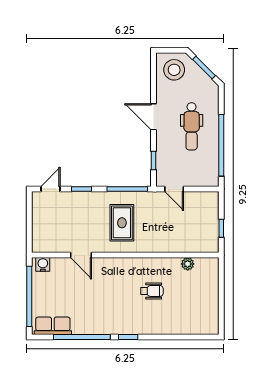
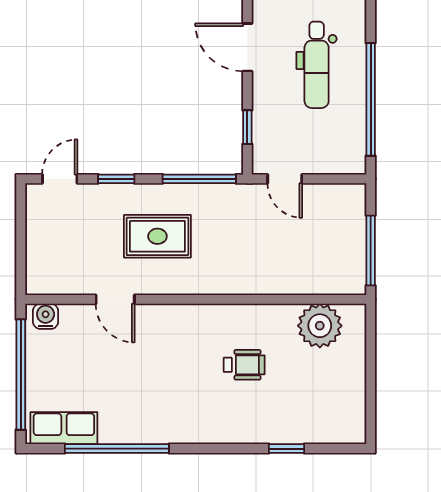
rug: (122, 223) -> (157, 236), moved, turned 90
window: (221, 228) -> (371, 251), width x2.17
plant: (188, 264) -> (320, 326), width x1.87, depth x1.87
window: (128, 337) -> (287, 449), moved

